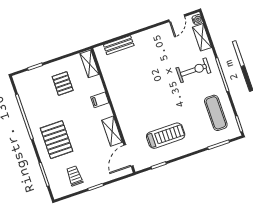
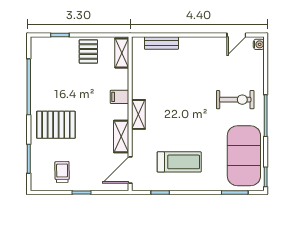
shelving: (202, 37) -> (138, 114), moved
pallet: (63, 83) -> (88, 51), moved
exercise mat: (216, 113) -> (244, 156), width x2.00, depth x1.45
pallet: (56, 140) -> (56, 125), turned 90

